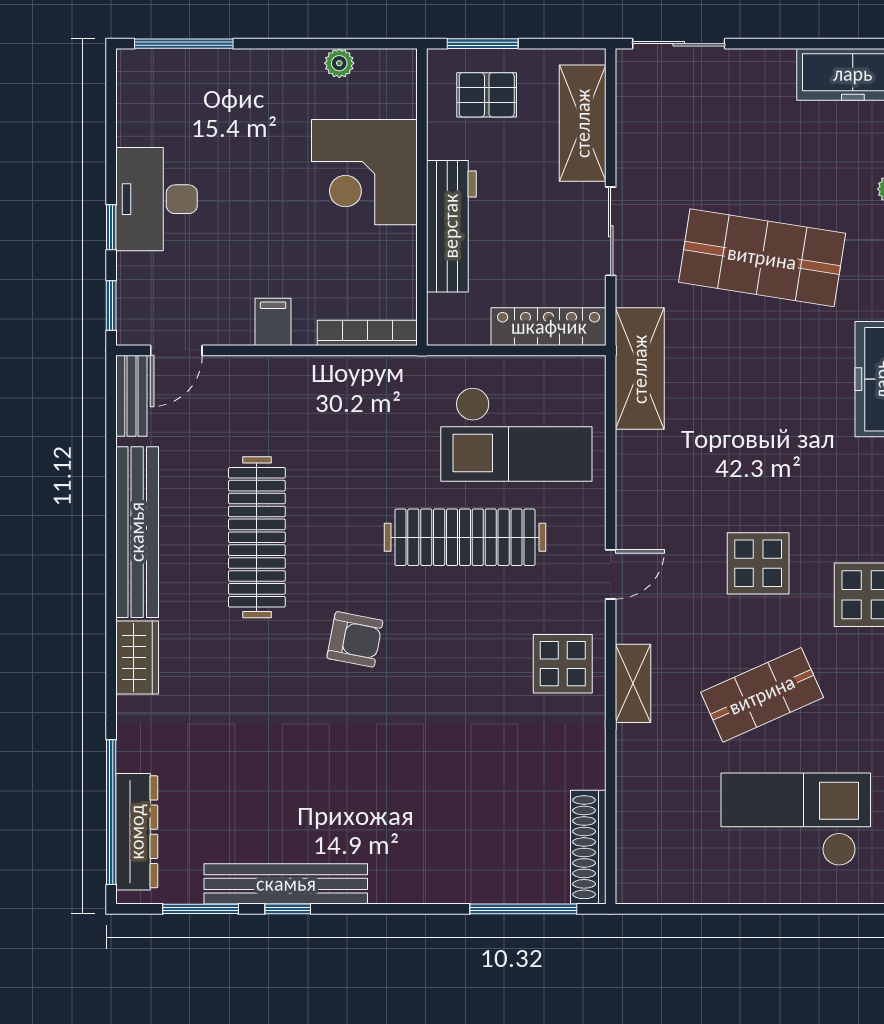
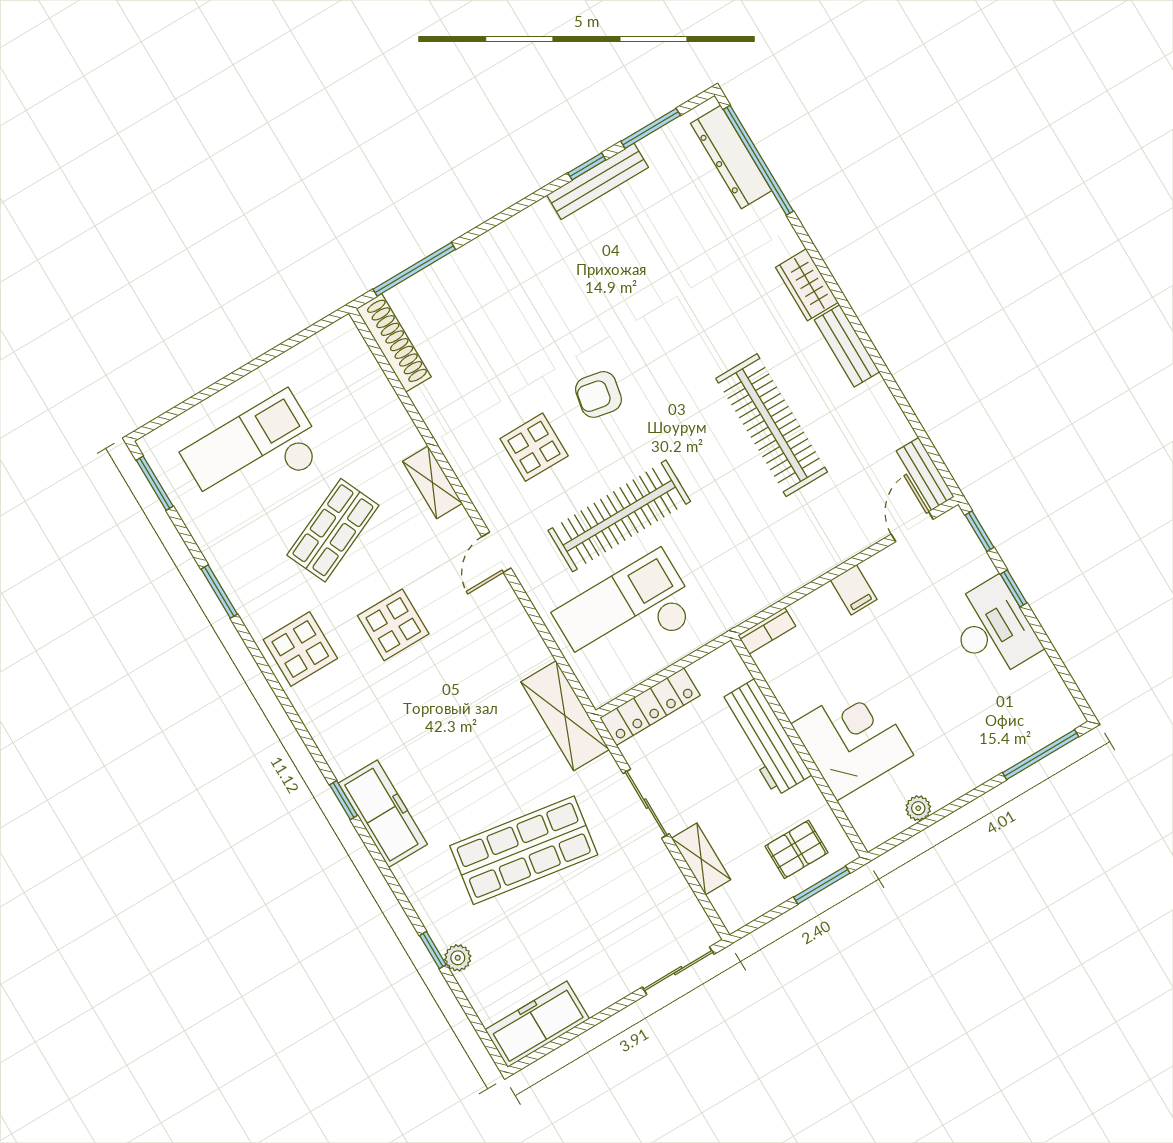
shelving: (583, 123) -> (701, 859), width x0.67, depth x0.75
bookcase: (367, 333) -> (767, 631), width x0.64
bench: (137, 532) -> (847, 346), width x0.54, depth x0.82
armchair: (355, 639) -> (598, 394), moved
display table: (563, 664) -> (534, 447), moved
checkout: (796, 819) -> (254, 454), turned 180
bench: (286, 884) -> (598, 181), width x0.73, depth x0.82

